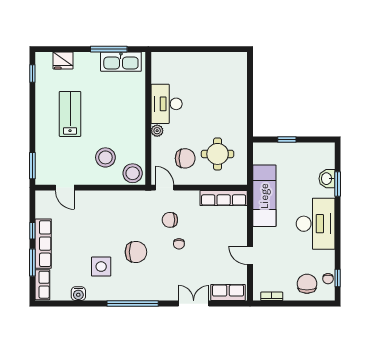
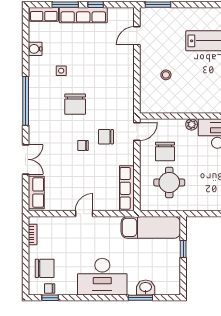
stool: (105, 157) -> (166, 75), width x0.53, depth x0.53
stool: (133, 173) -> (151, 101), removed
exam couch: (264, 196) -> (151, 227), moved
chair: (170, 220) -> (106, 137), turned -90
door: (250, 255) -> (84, 214), moved
side table: (101, 267) -> (61, 71), width x0.54, depth x0.54

